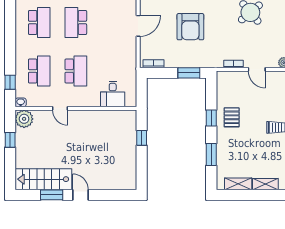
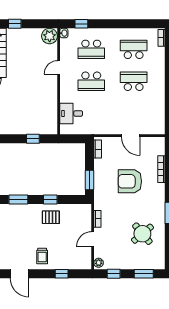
school desk: (39, 22) -> (134, 49), turned 180
window: (10, 140) -> (15, 24), moved

